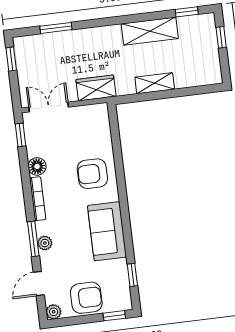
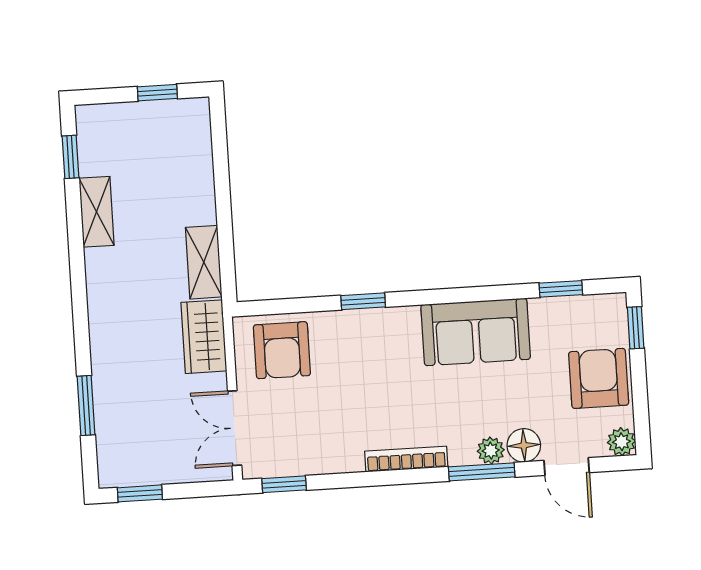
shelving: (150, 31) -> (97, 212), width x0.67, depth x0.75
window: (221, 37) -> (157, 93), moved
shelving: (155, 83) -> (204, 262), moved
floor lamp: (37, 166) -> (524, 445), moved
window: (120, 171) -> (363, 301), added
armchair: (92, 174) -> (282, 350), moved

